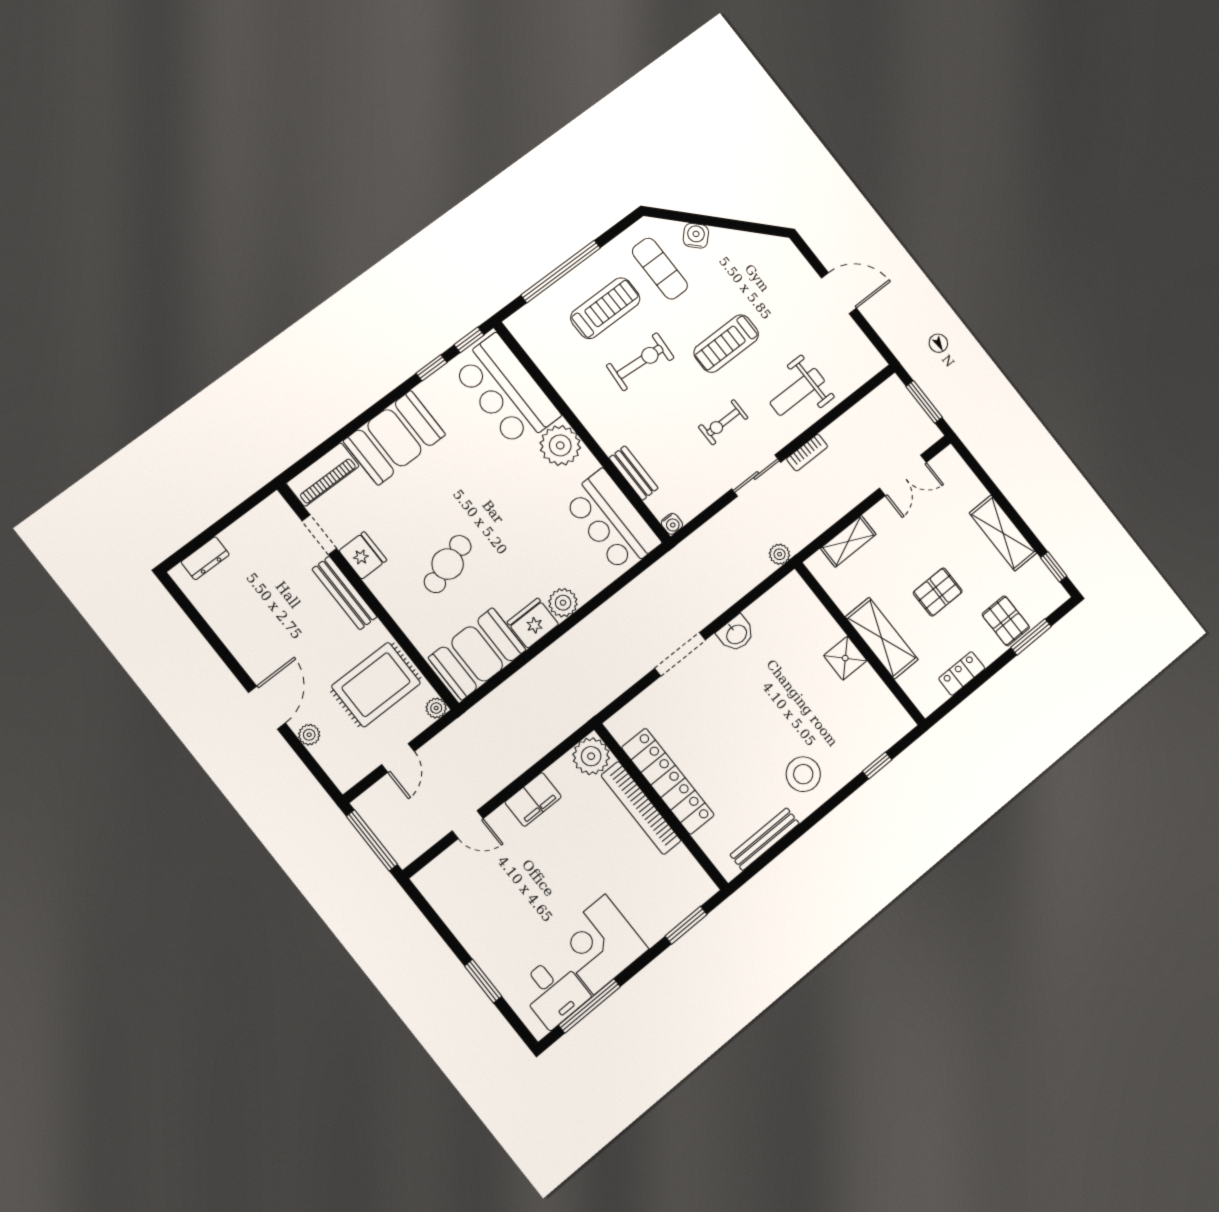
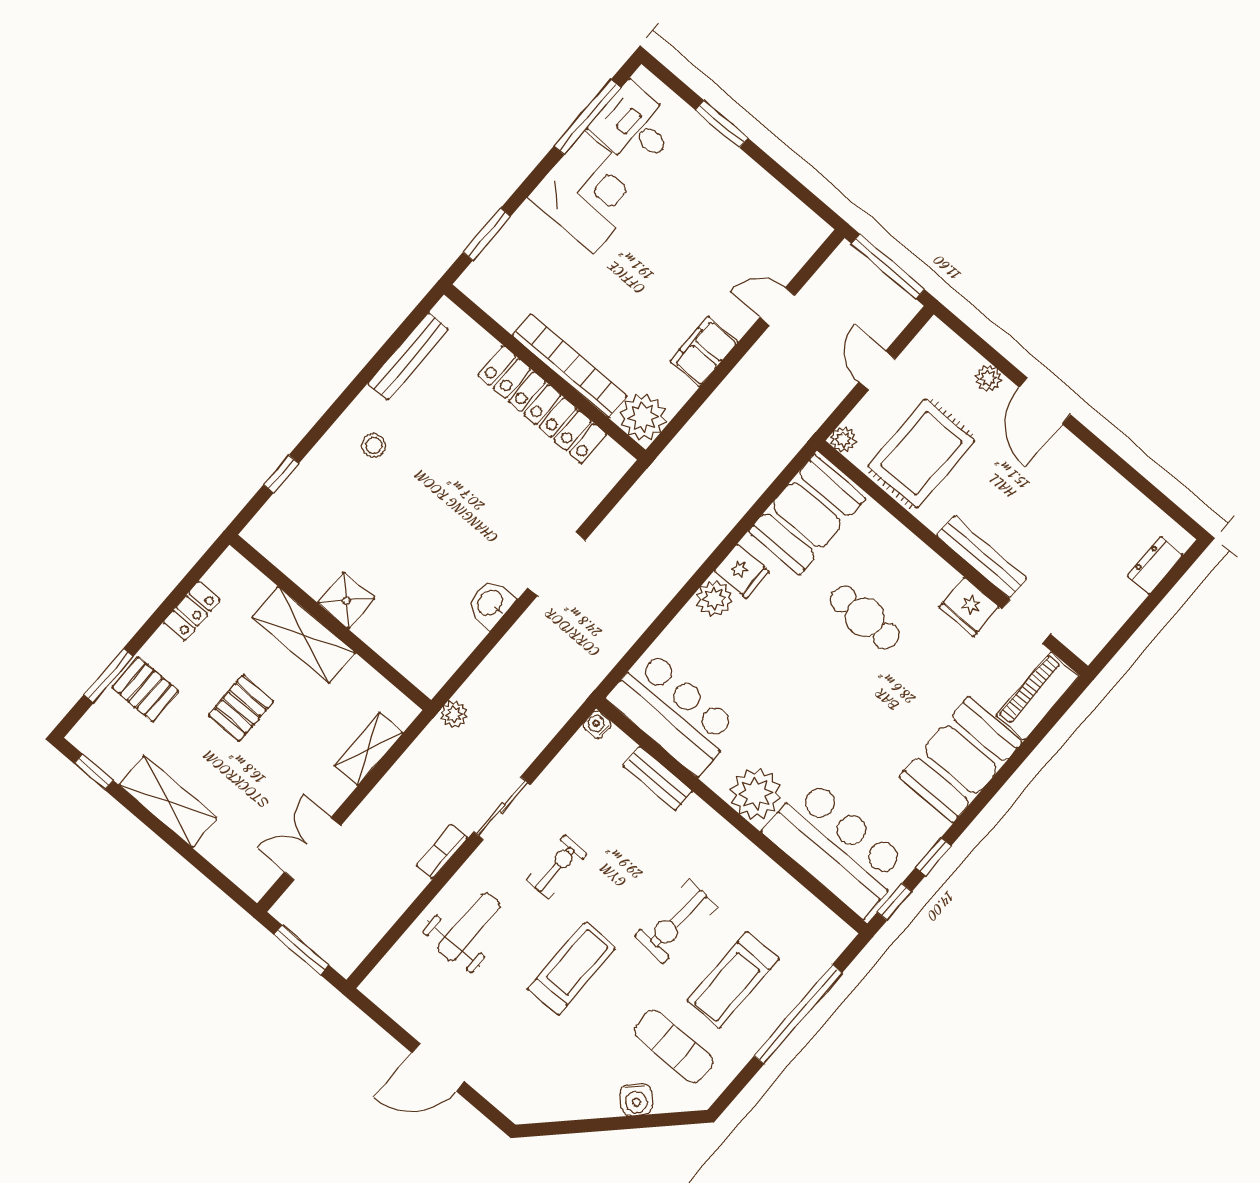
cafe table: (448, 564) -> (865, 617), turned -72
fridge: (533, 623) -> (742, 571), width x0.72
stool: (803, 774) -> (374, 445), width x0.53, depth x0.53

